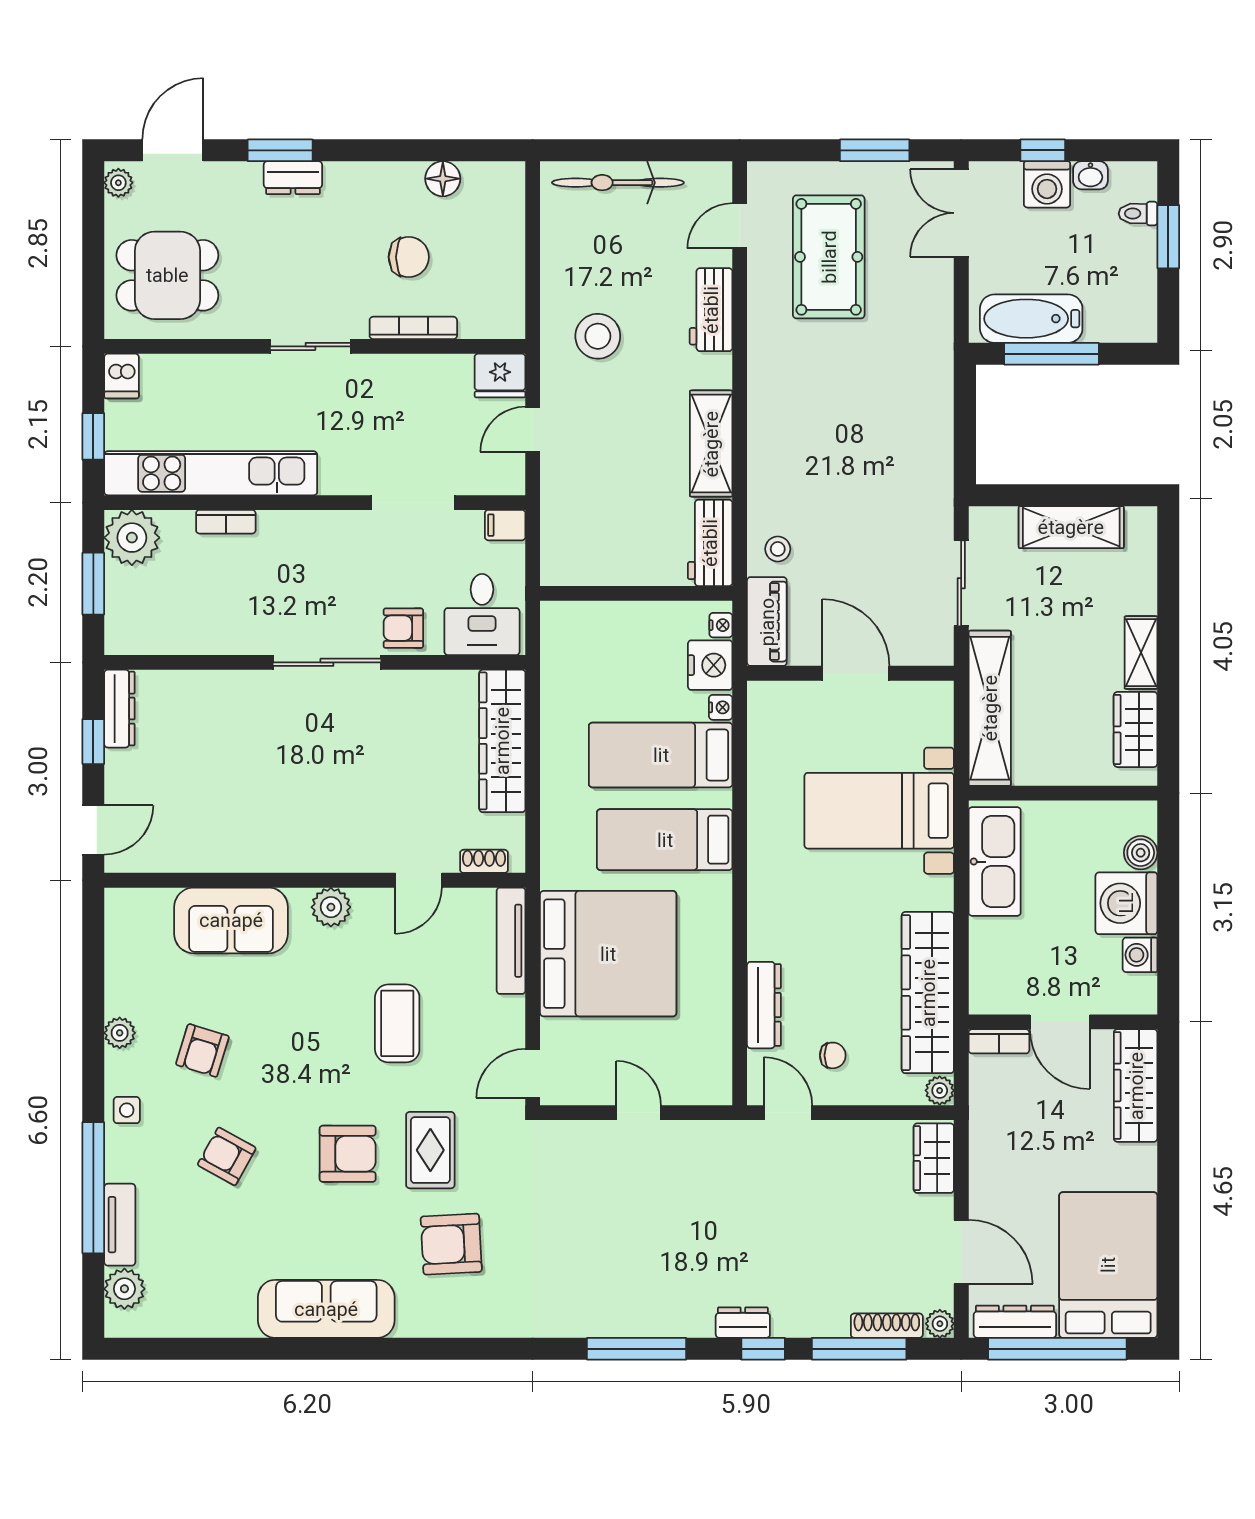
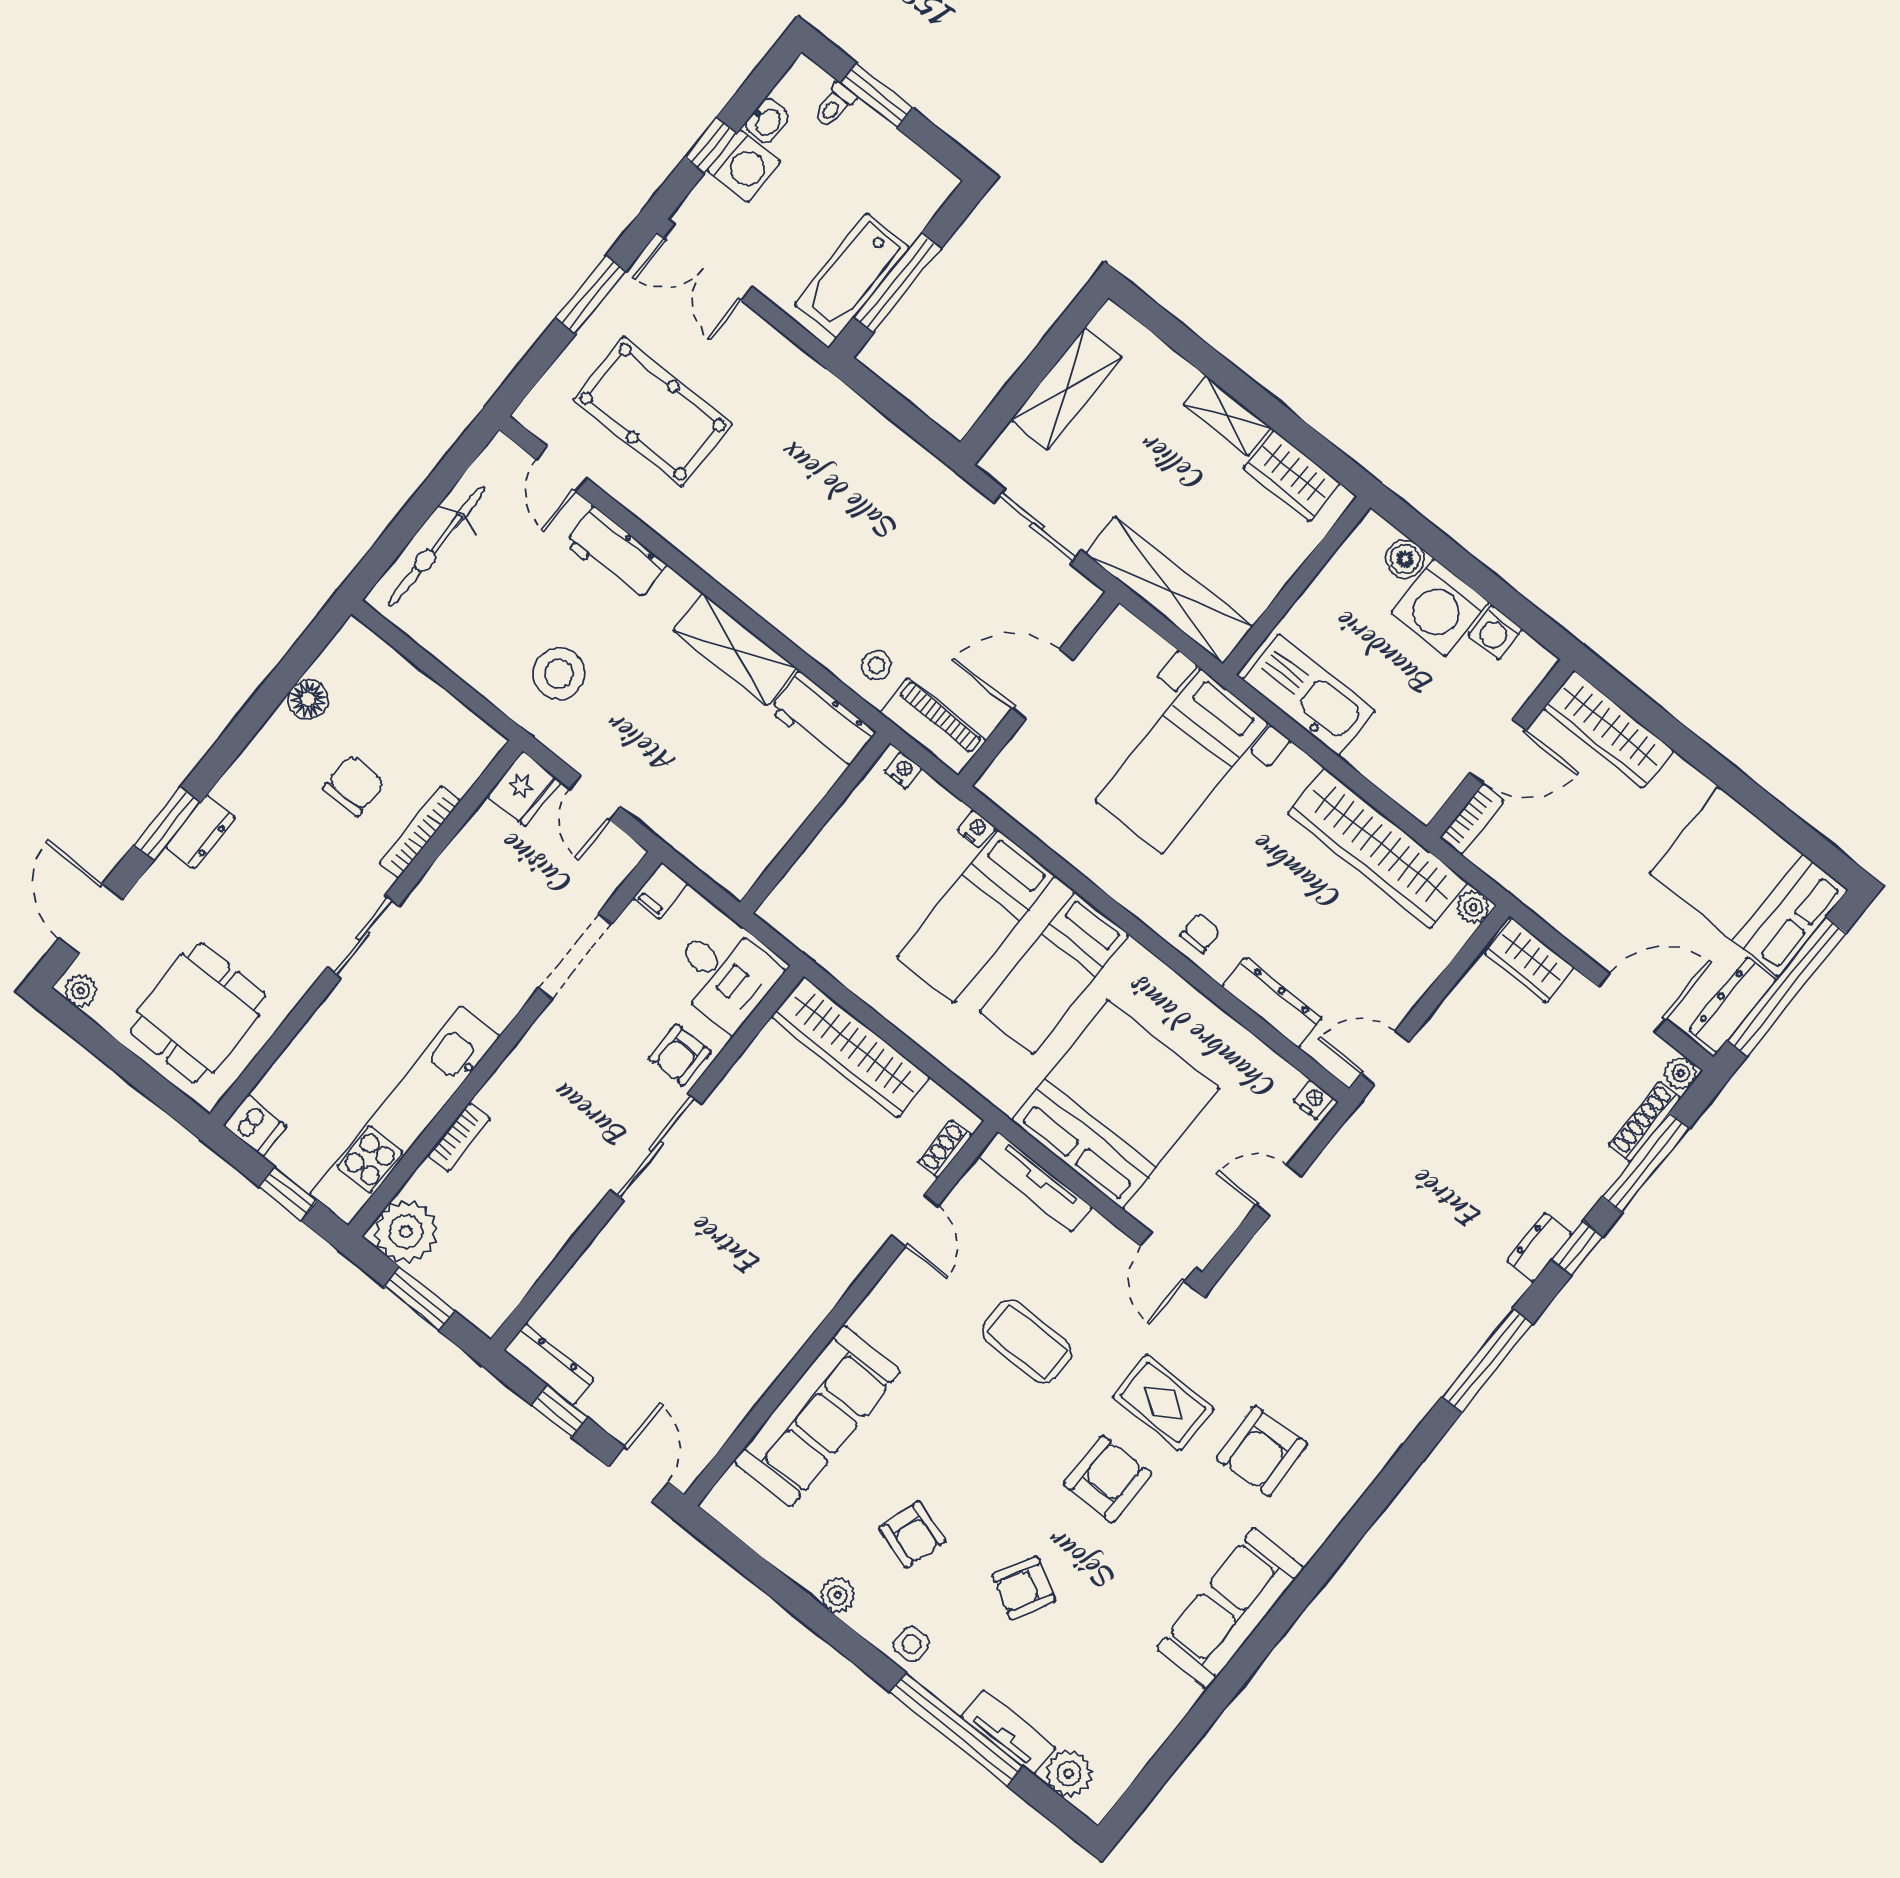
nightstand: (710, 665) -> (1313, 1100), moved, width x0.53, depth x0.56
plant: (331, 907) -> (876, 1318), removed
sofa: (231, 920) -> (817, 1416), width x1.36
chair: (833, 1055) -> (1200, 933), moved

